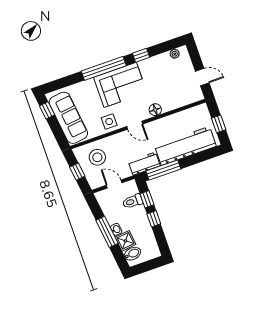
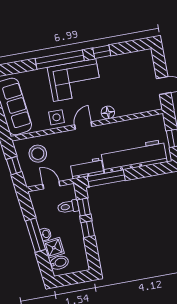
plant: (175, 54) -> (138, 56), removed
door: (135, 125) -> (83, 126), swing flipped

